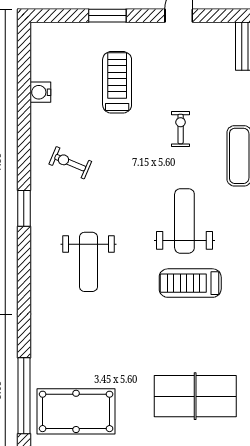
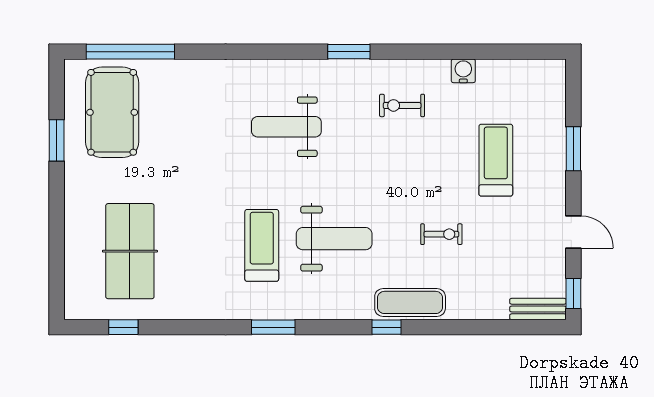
window: (232, 16) -> (573, 294), added
treadmill: (117, 82) -> (496, 160), turned -90
water cooler: (40, 92) -> (463, 71), moved
exercise bike: (70, 163) -> (402, 105), turned -113

